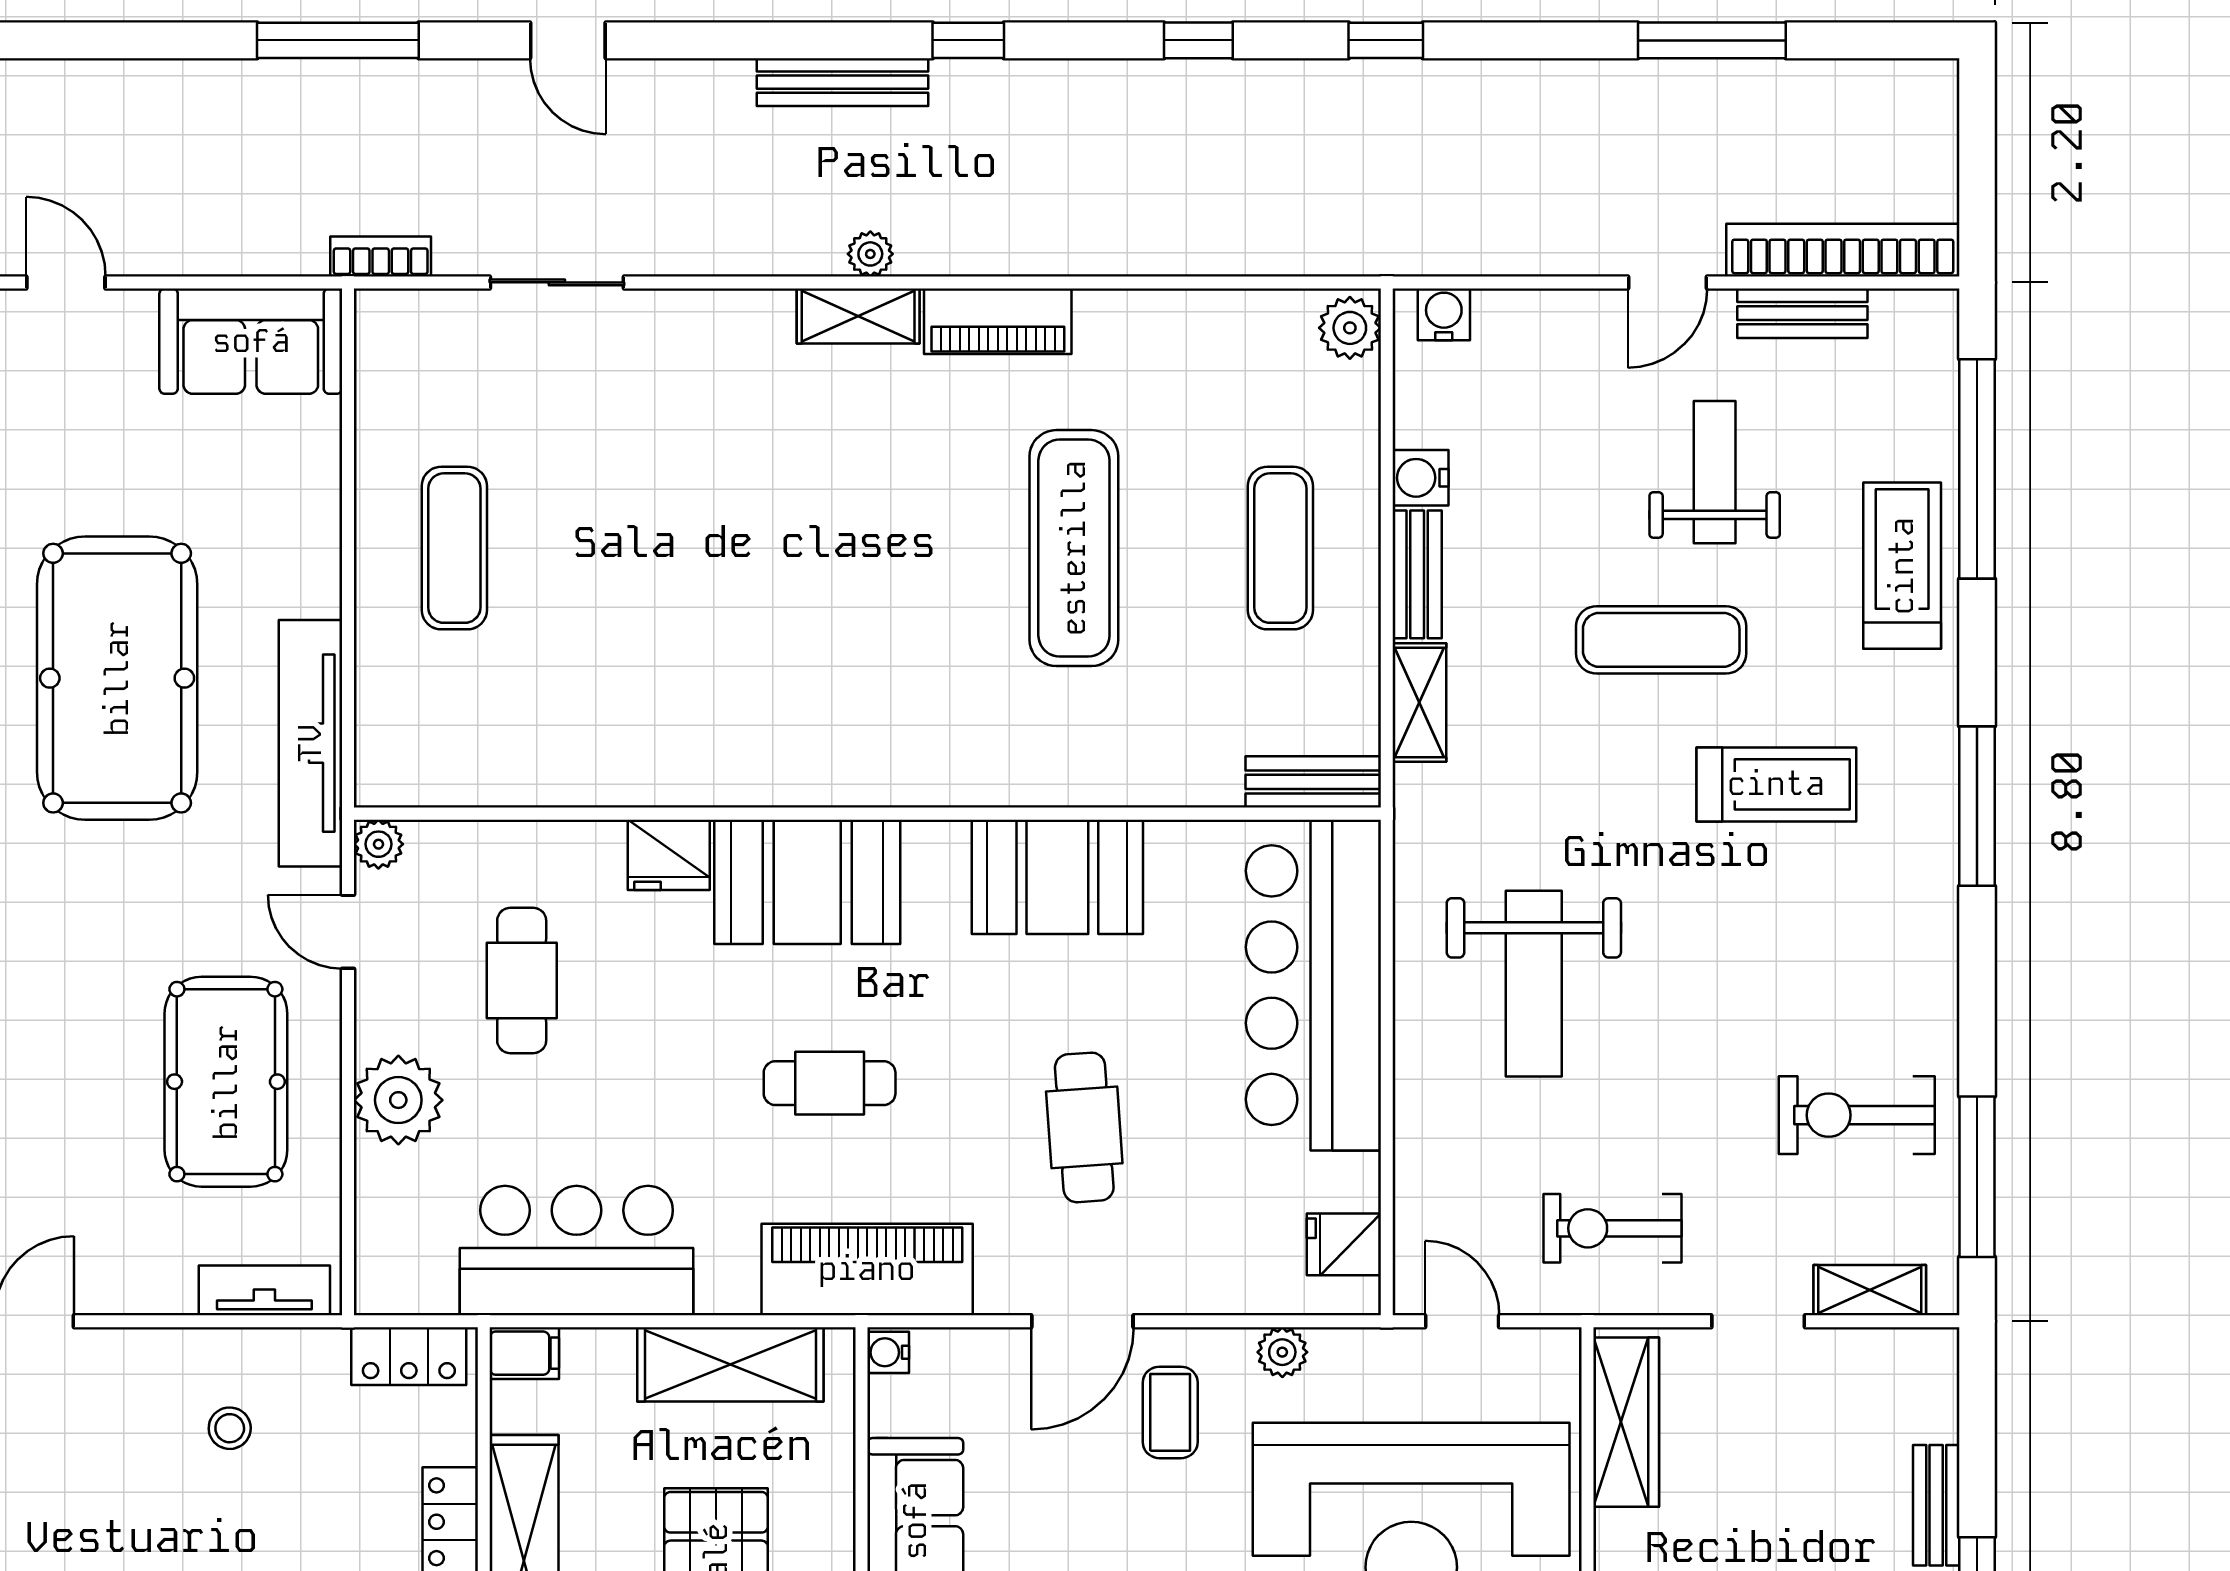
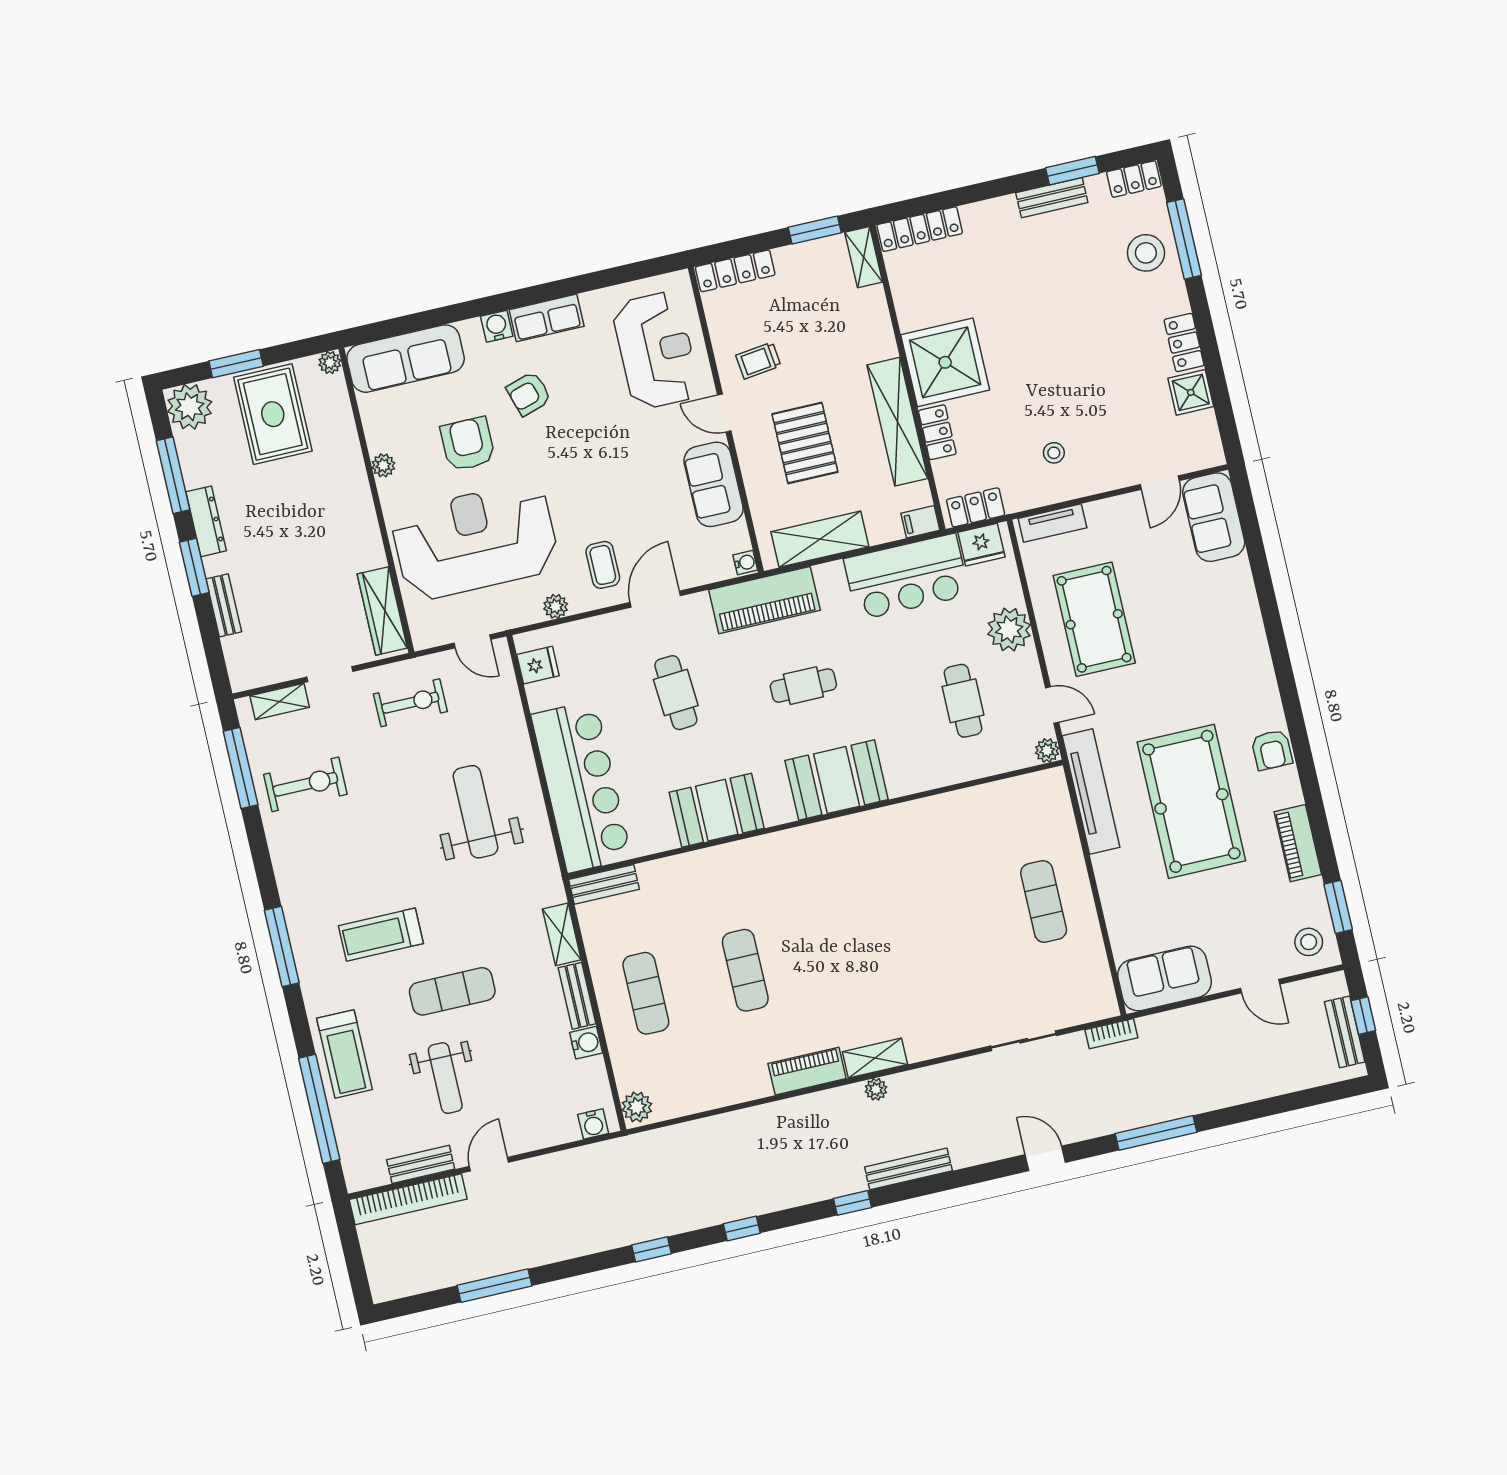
exercise mat: (1074, 548) -> (745, 970), width x0.73, depth x0.69
fridge: (669, 855) -> (981, 545), moved, turned 180

